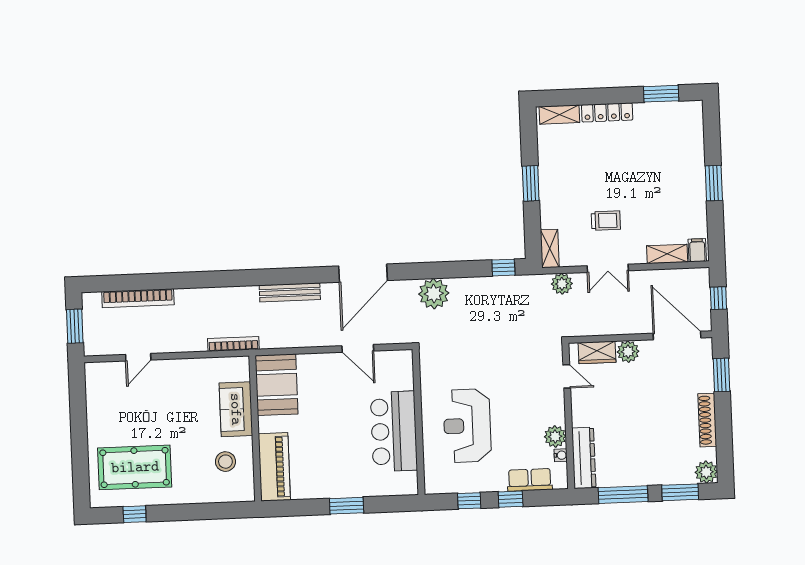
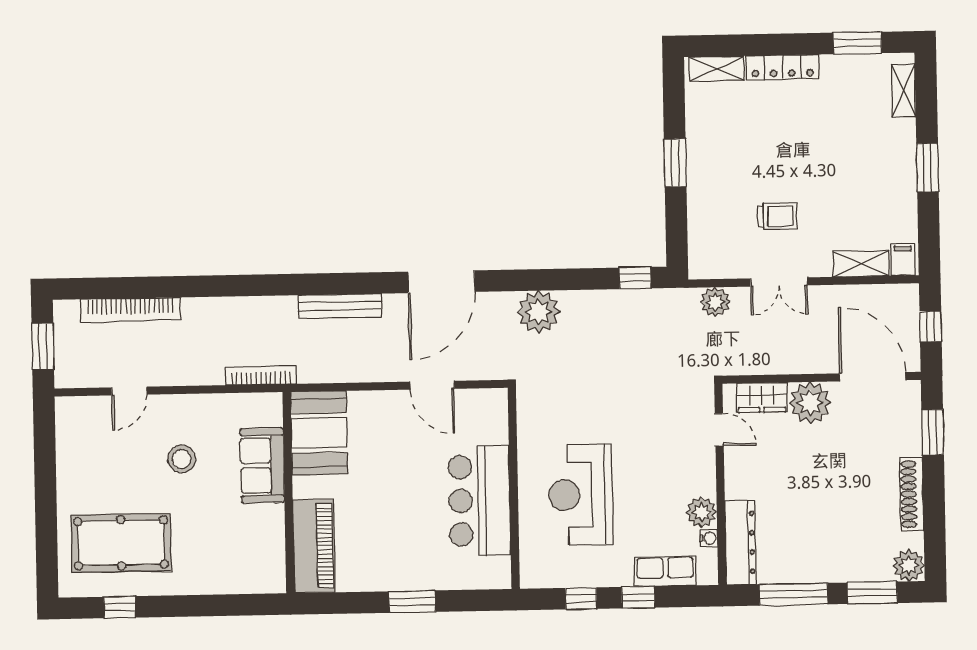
shelving: (550, 249) -> (903, 91), moved
plant: (628, 352) -> (810, 403), width x1.36, depth x1.36
stool: (225, 462) -> (182, 459), moved

